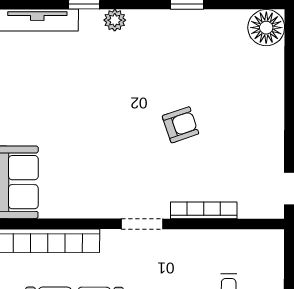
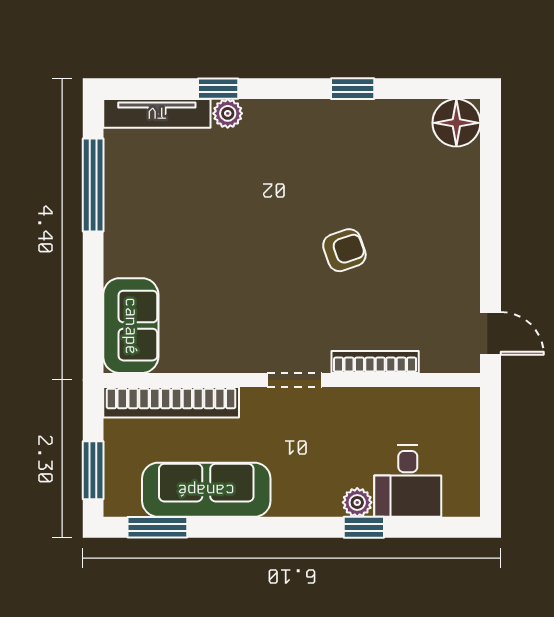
plant: (115, 20) -> (228, 113), moved

